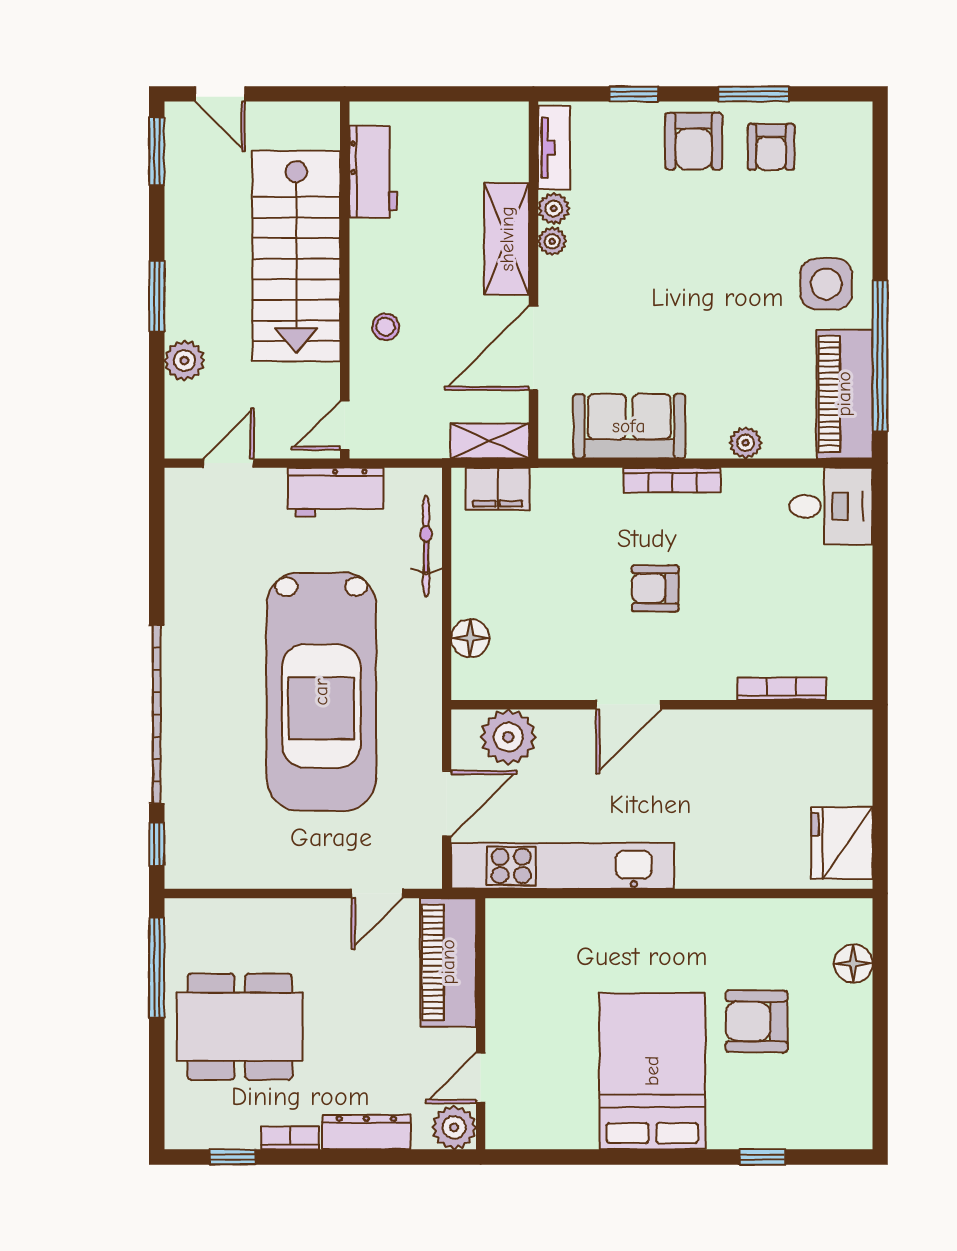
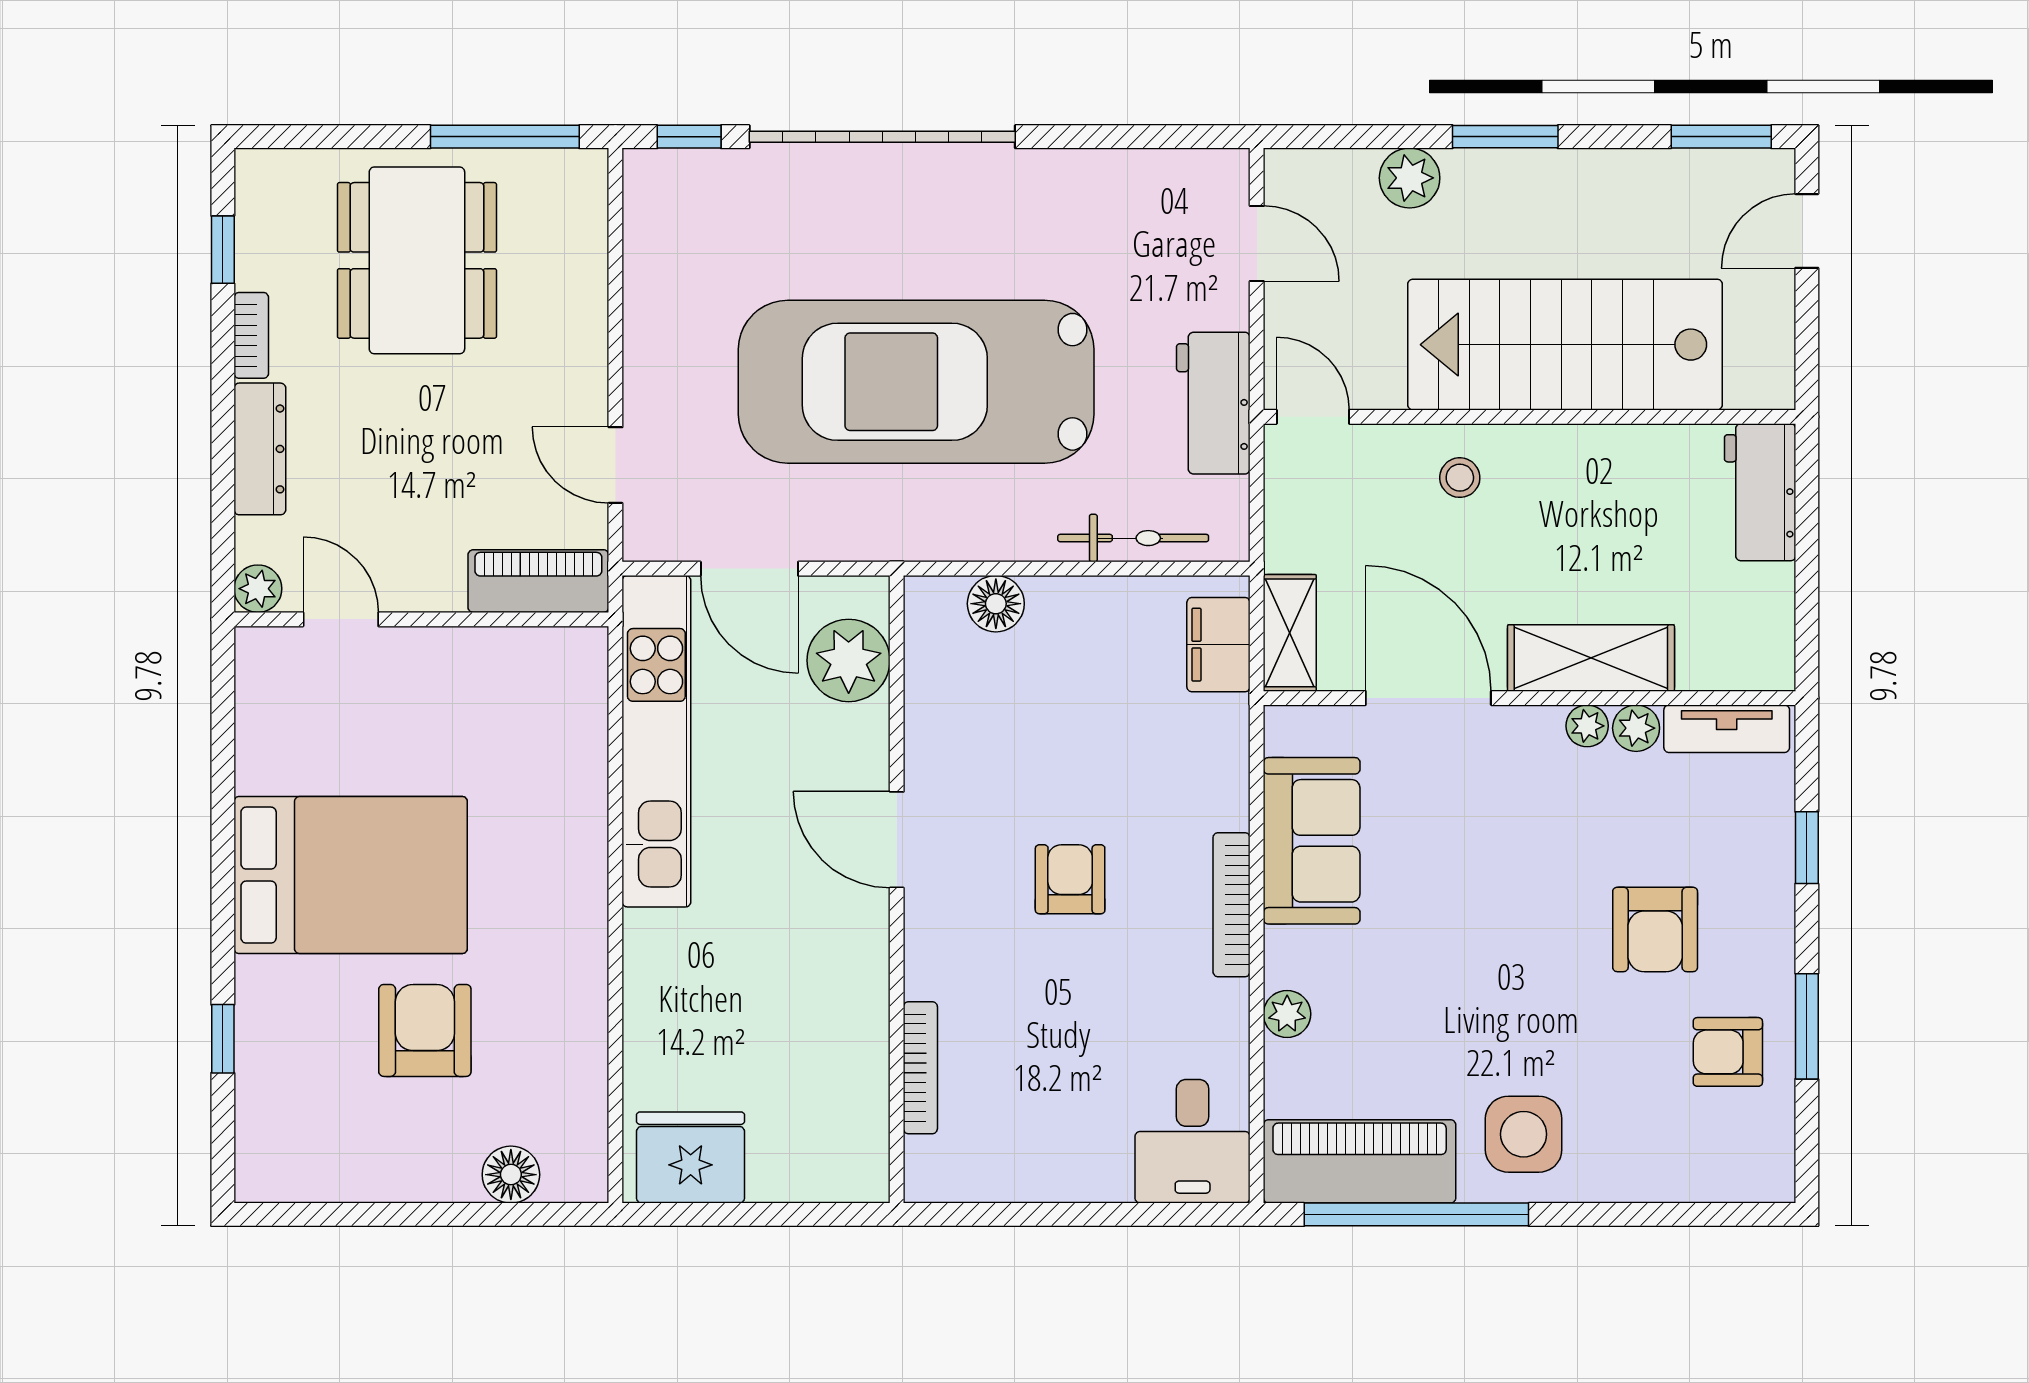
armchair: (694, 141) -> (1655, 929), moved, turned -90
workbench: (373, 172) -> (1760, 492), moved, turned 90
piano: (448, 962) -> (538, 581), width x0.73, depth x0.75
plant: (454, 1127) -> (258, 589), width x0.73, depth x0.73

